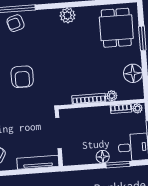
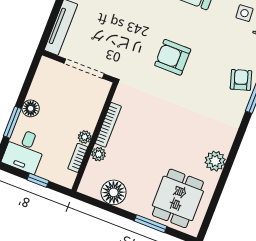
plant: (68, 15) -> (215, 161), moved
dining table: (116, 28) -> (178, 198), turned 90
plant: (137, 108) -> (85, 137), moved

